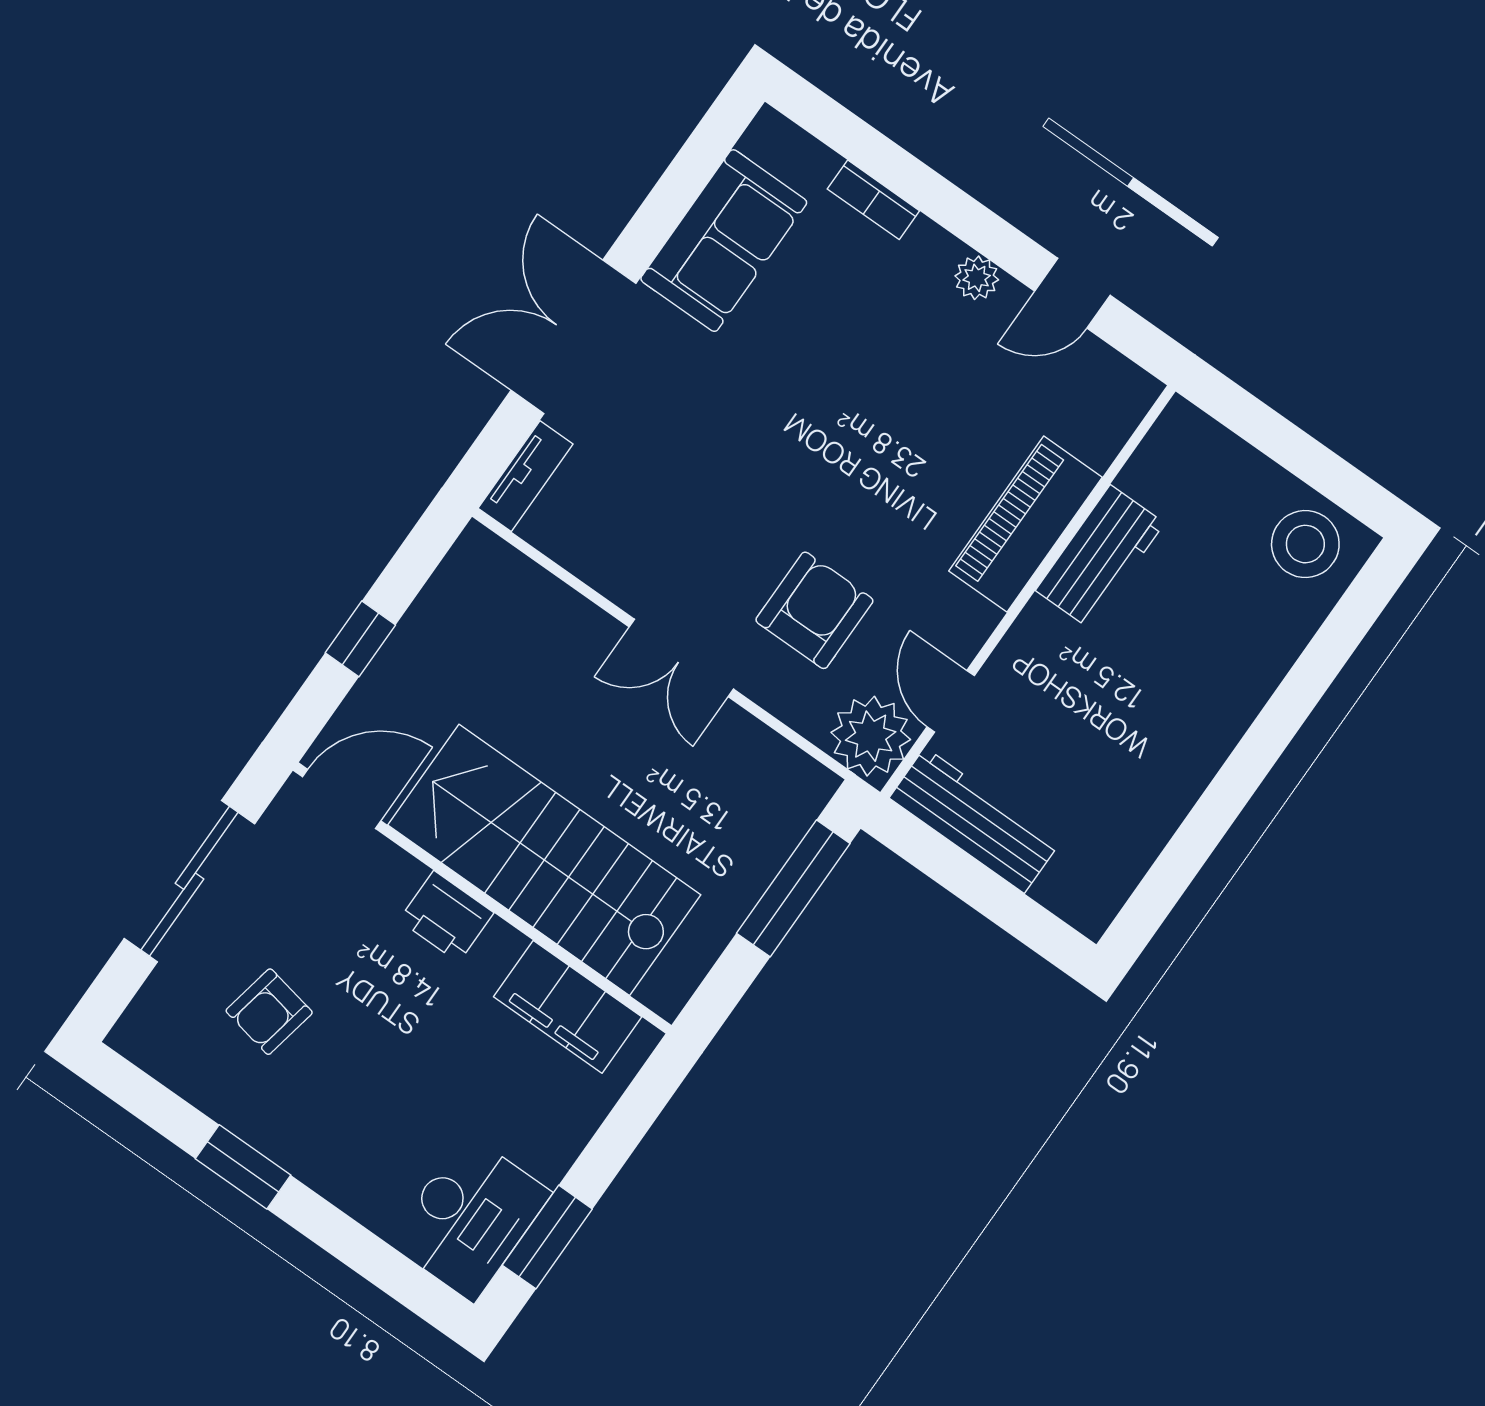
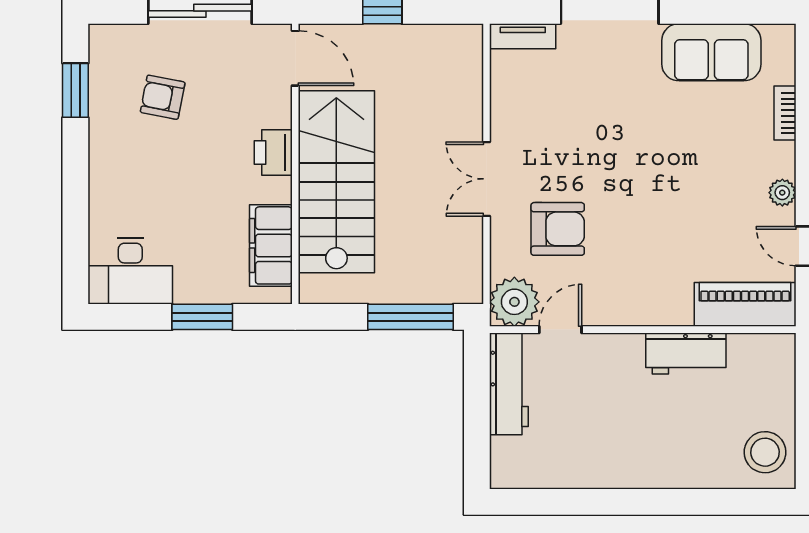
piano: (1025, 524) -> (745, 304), moved
window: (243, 1167) -> (75, 90), moved
window: (547, 1237) -> (202, 317), moved

